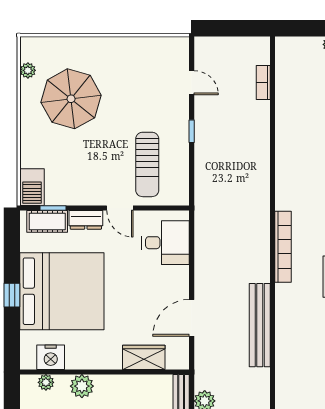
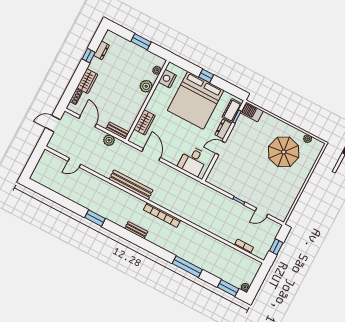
window: (236, 28) -> (276, 247), added
sun lounger: (147, 164) -> (234, 172), removed

